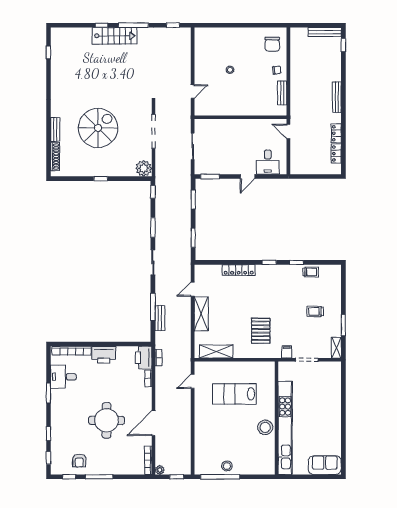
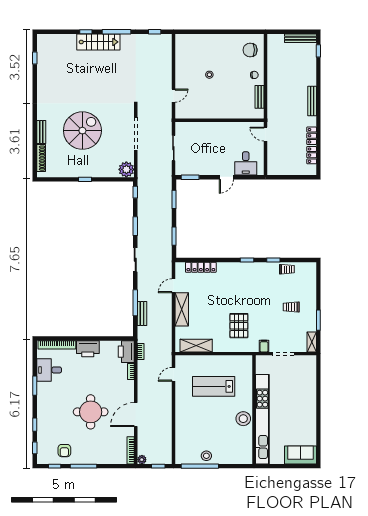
chair: (272, 44) -> (250, 50), turned 90
locker: (239, 270) -> (201, 267), moved

